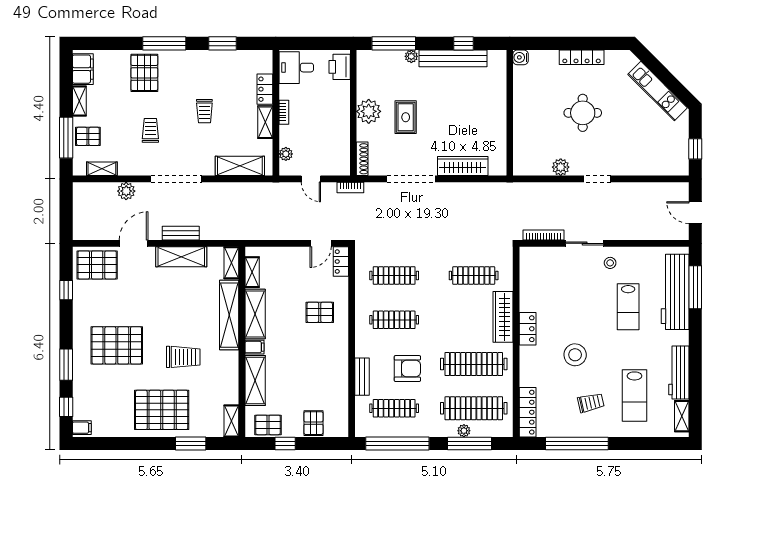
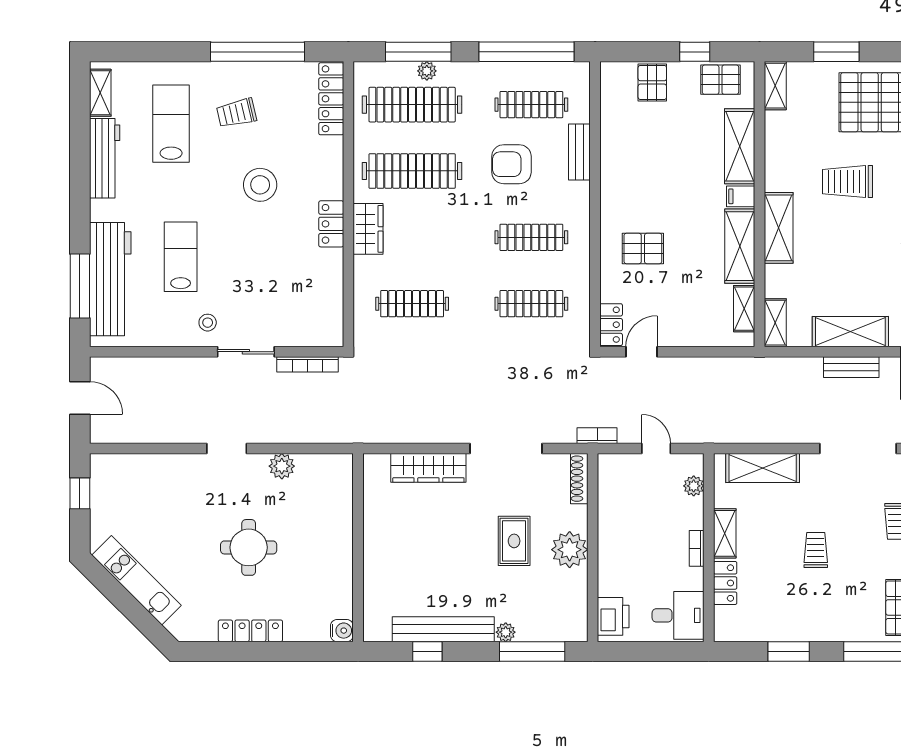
shelving: (229, 315) -> (779, 228), width x0.68
wardrobe: (503, 317) -> (368, 229), width x0.67

